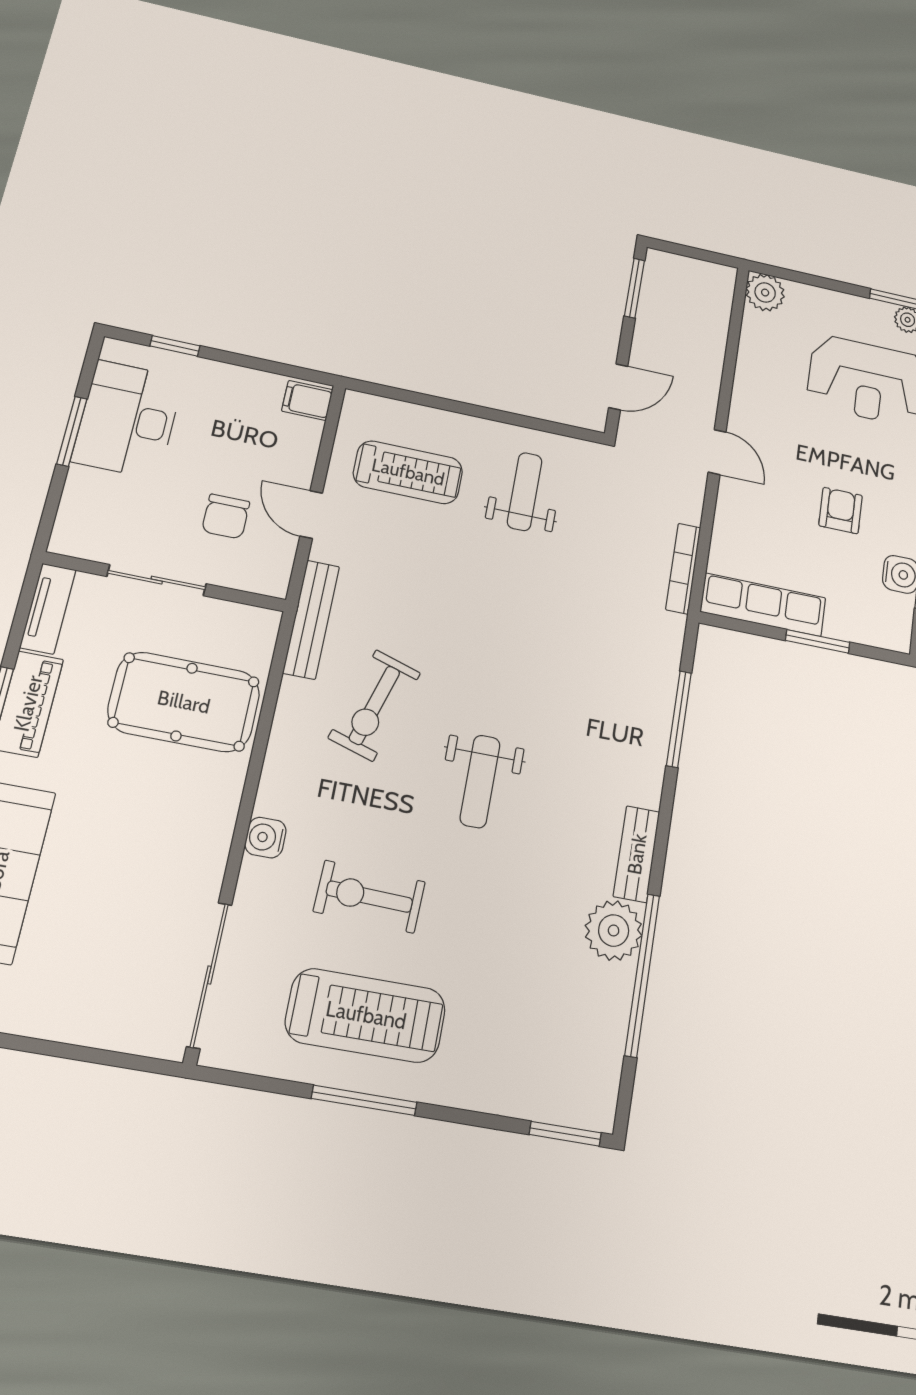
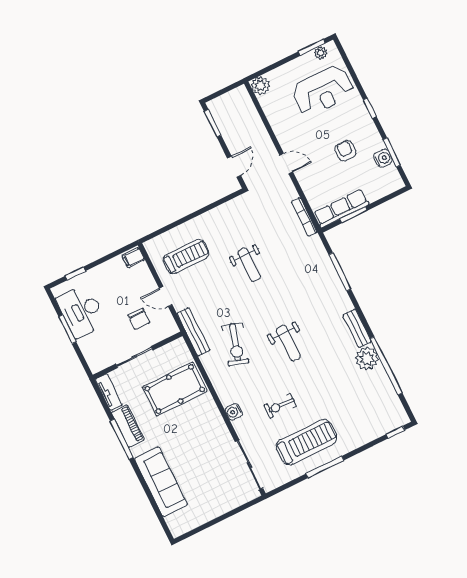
weight bench: (525, 492) -> (249, 265), moved, turned 180
window: (818, 641) -> (354, 215), moved
exercise bike: (369, 897) -> (280, 406), width x0.73, depth x0.72
window: (565, 1134) -> (395, 432), width x0.67

